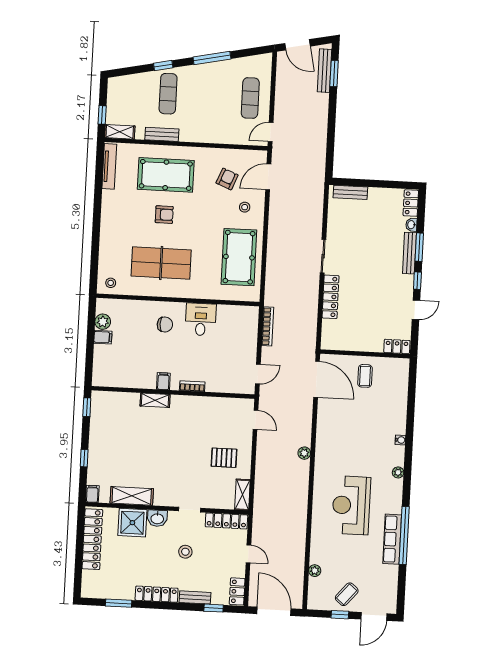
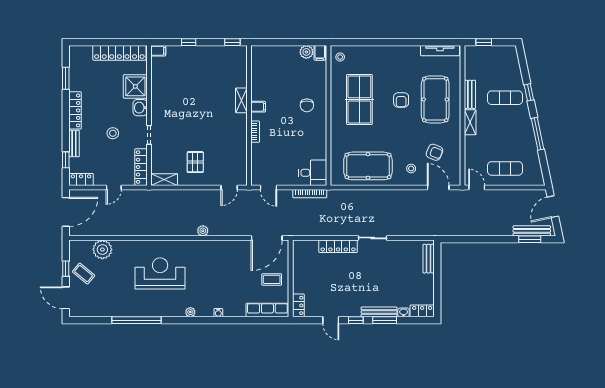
shelving: (120, 132) -> (470, 122), moved
desk: (201, 319) -> (313, 173), moved
filing cabinet: (103, 337) -> (320, 53), moved
shelving: (132, 496) -> (158, 85), removed
row of seats: (392, 539) -> (267, 310), moved
plant: (315, 571) -> (102, 250), width x1.87, depth x1.87

